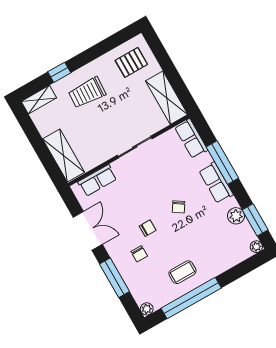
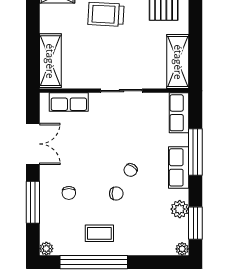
chair: (148, 228) -> (116, 194), moved

